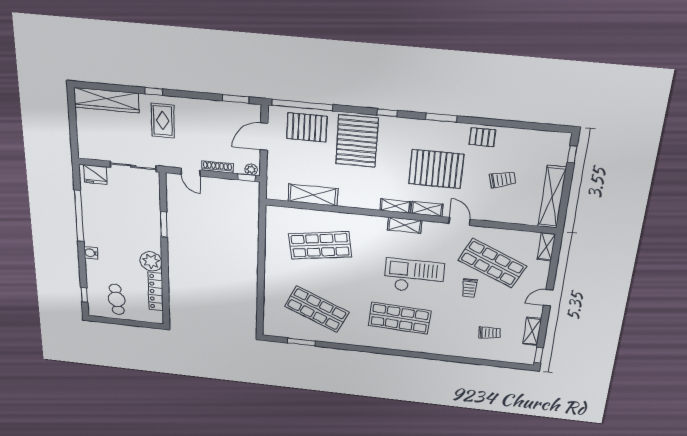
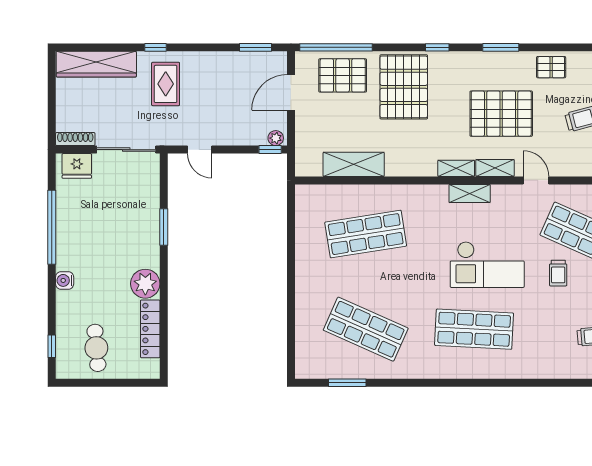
shoe rack: (217, 167) -> (75, 139), moved
checkout: (414, 276) -> (487, 265), turned 180

